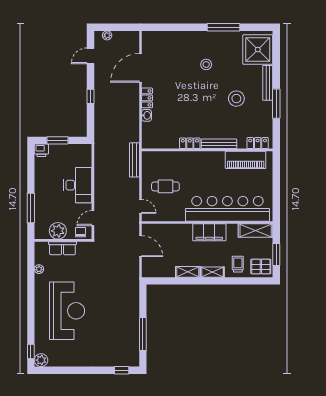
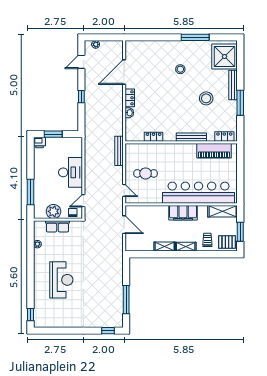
locker: (190, 143) -> (154, 137), moved
reception desk: (67, 311) -> (61, 280), width x0.74, depth x0.77
plant: (41, 360) -> (39, 322), removed

